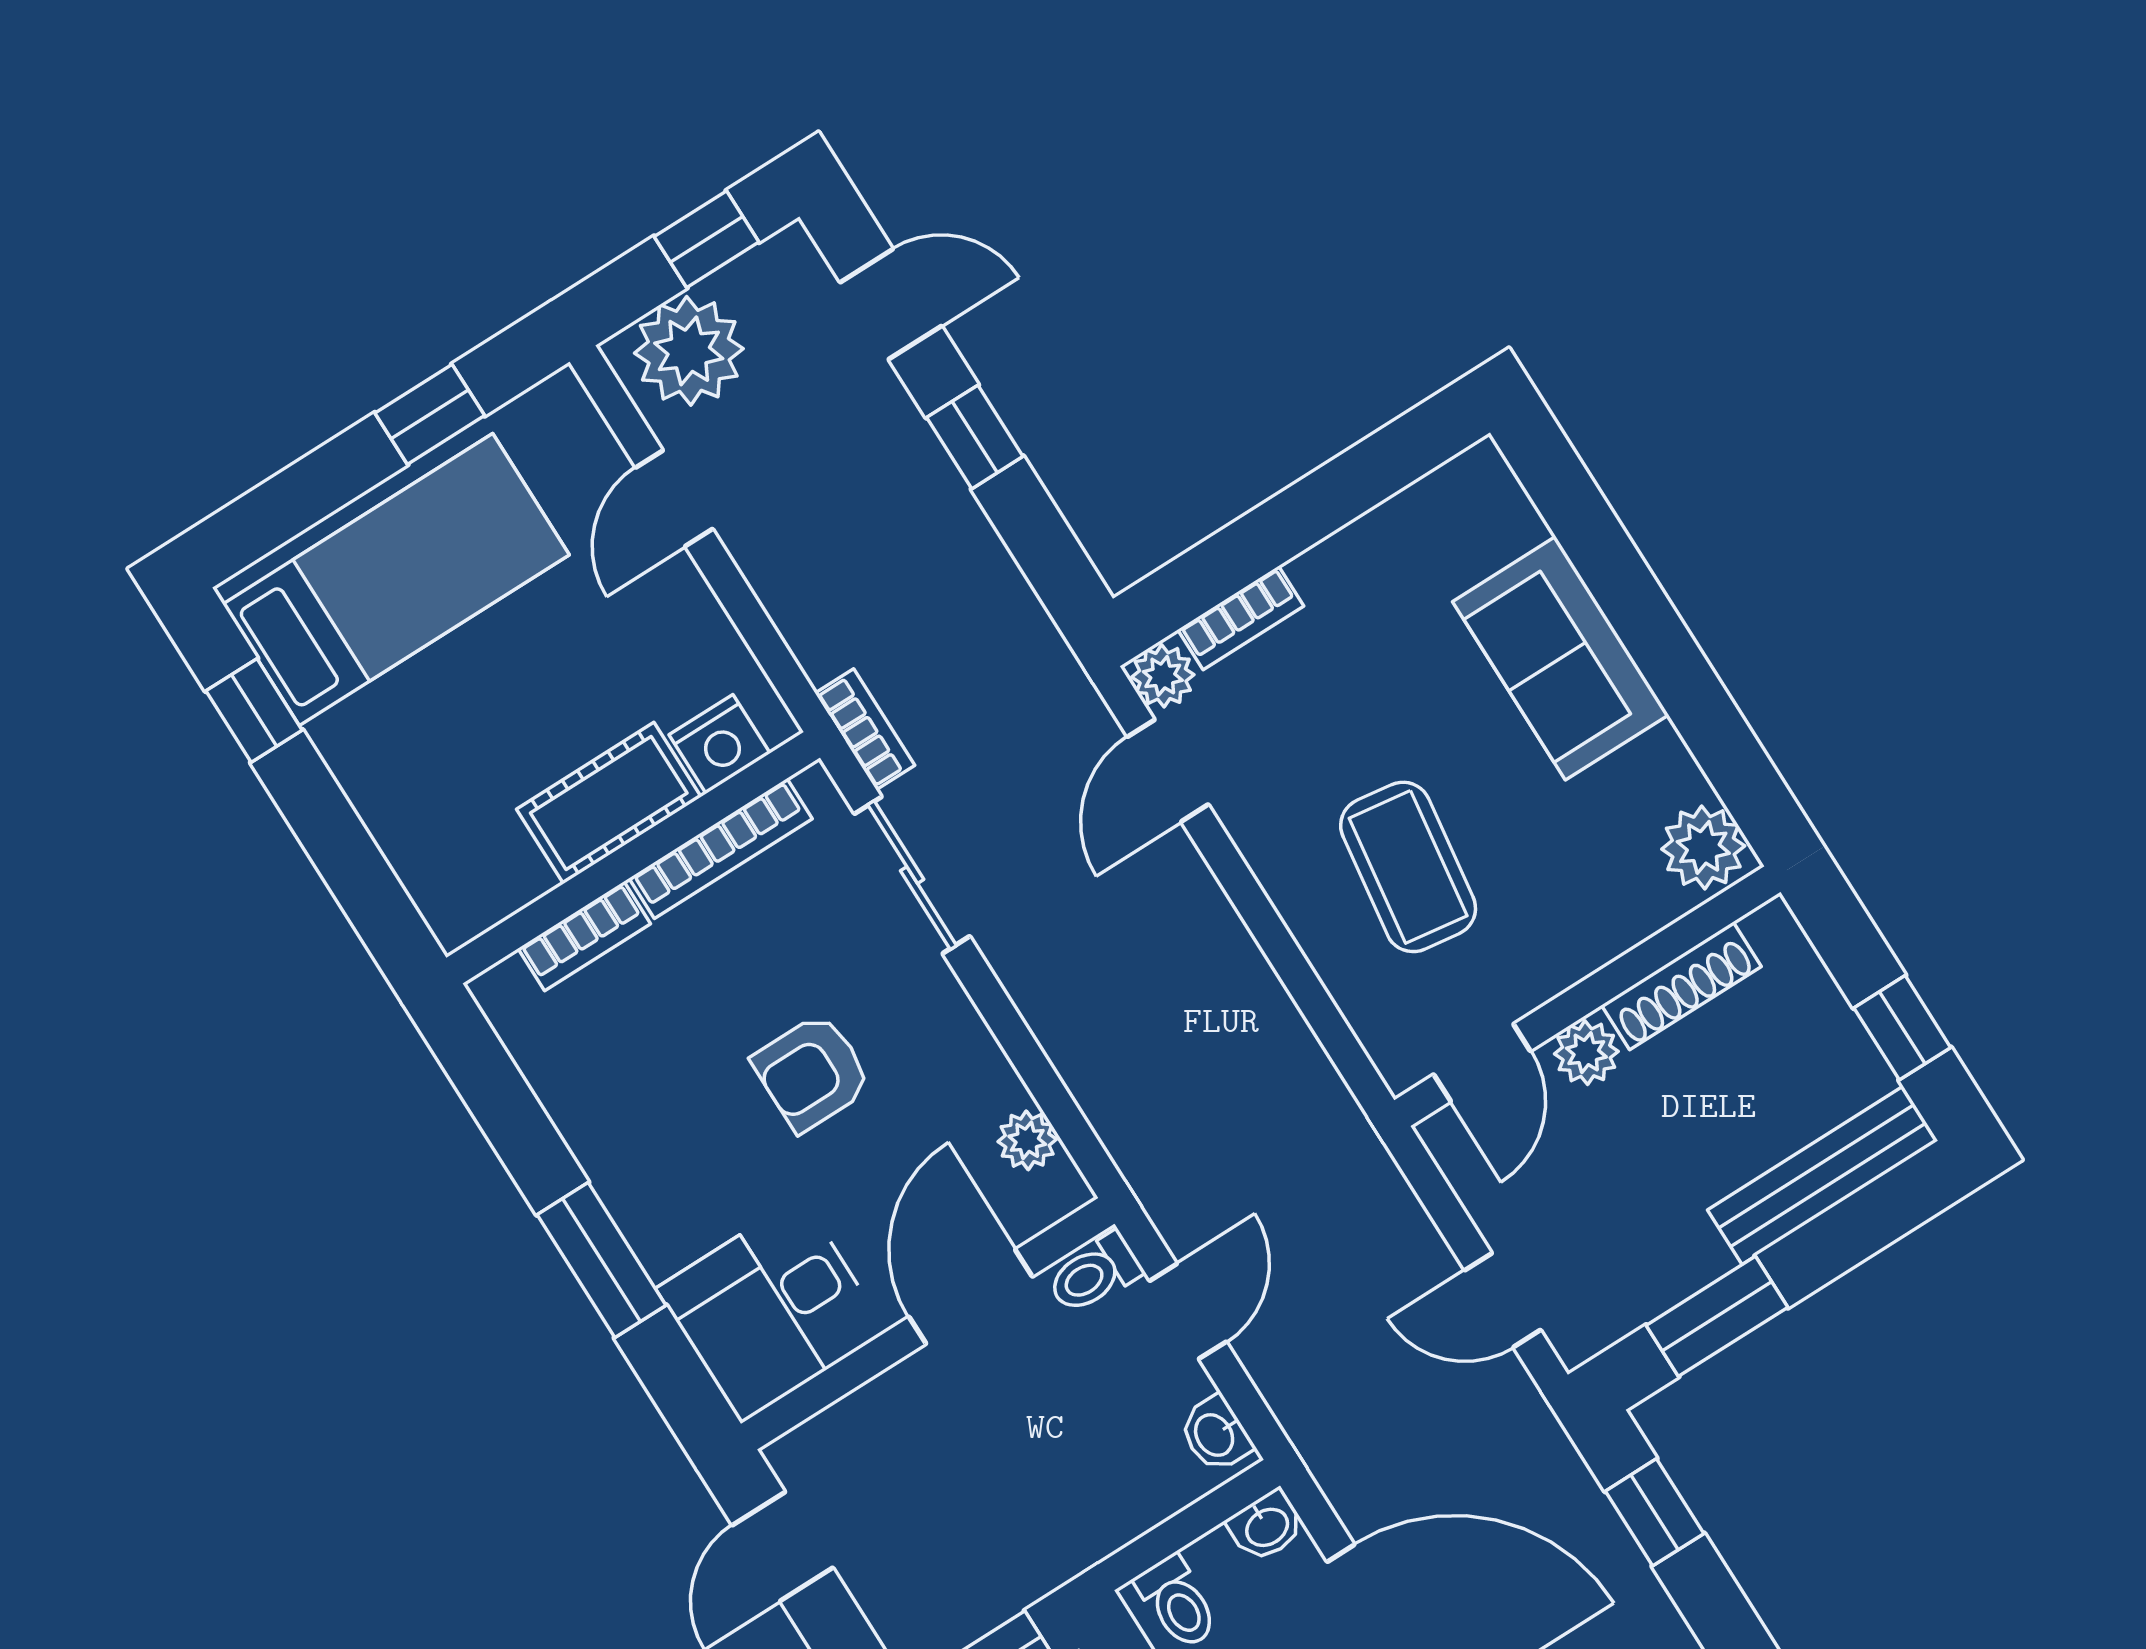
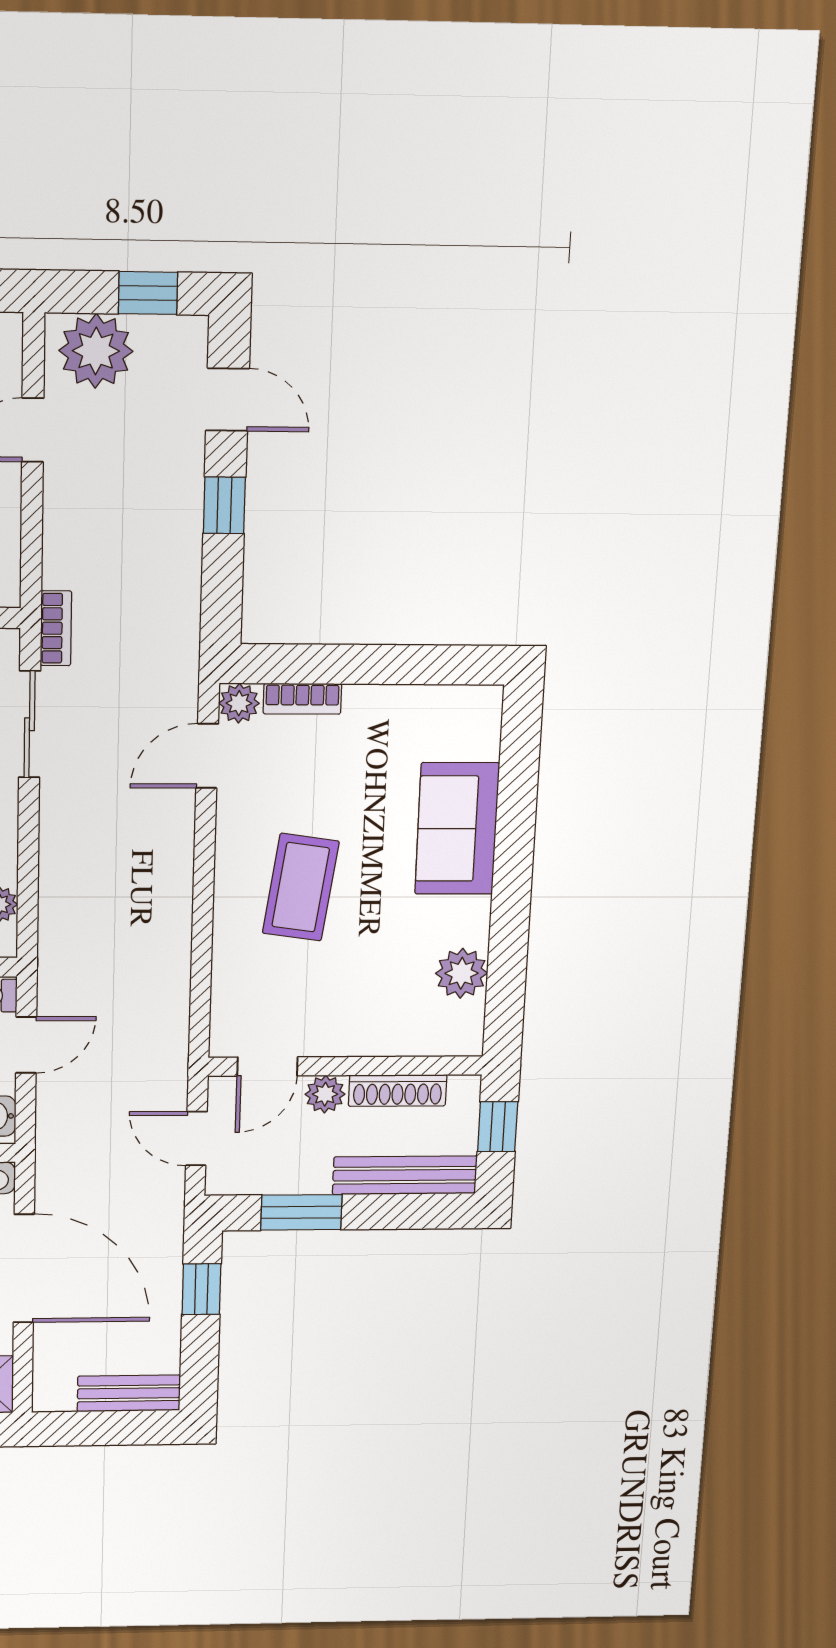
shoe rack: (1681, 986) -> (398, 1090), moved
wall: (1587, 996) -> (346, 1066), moved
plant: (1586, 1053) -> (325, 1094), moved
door: (1482, 1063) -> (267, 1066), moved

